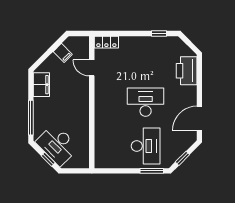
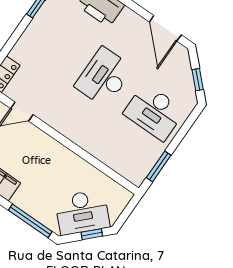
desk: (146, 146) -> (154, 112), turned 180
window: (152, 171) -> (159, 166), moved

